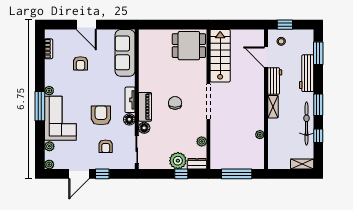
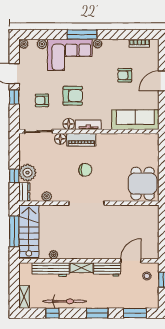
stairs: (220, 56) -> (29, 231), moved, turned -90
workbench: (307, 73) -> (51, 270), moved, turned 180
window: (318, 105) -> (97, 313), moved

